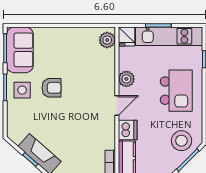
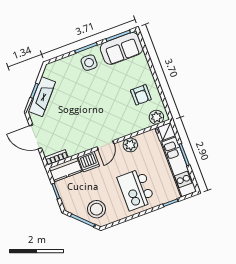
armchair: (52, 88) -> (141, 95), moved
kitchen island: (176, 91) -> (136, 189), turned 90
door: (117, 105) -> (106, 145), hinge flipped

